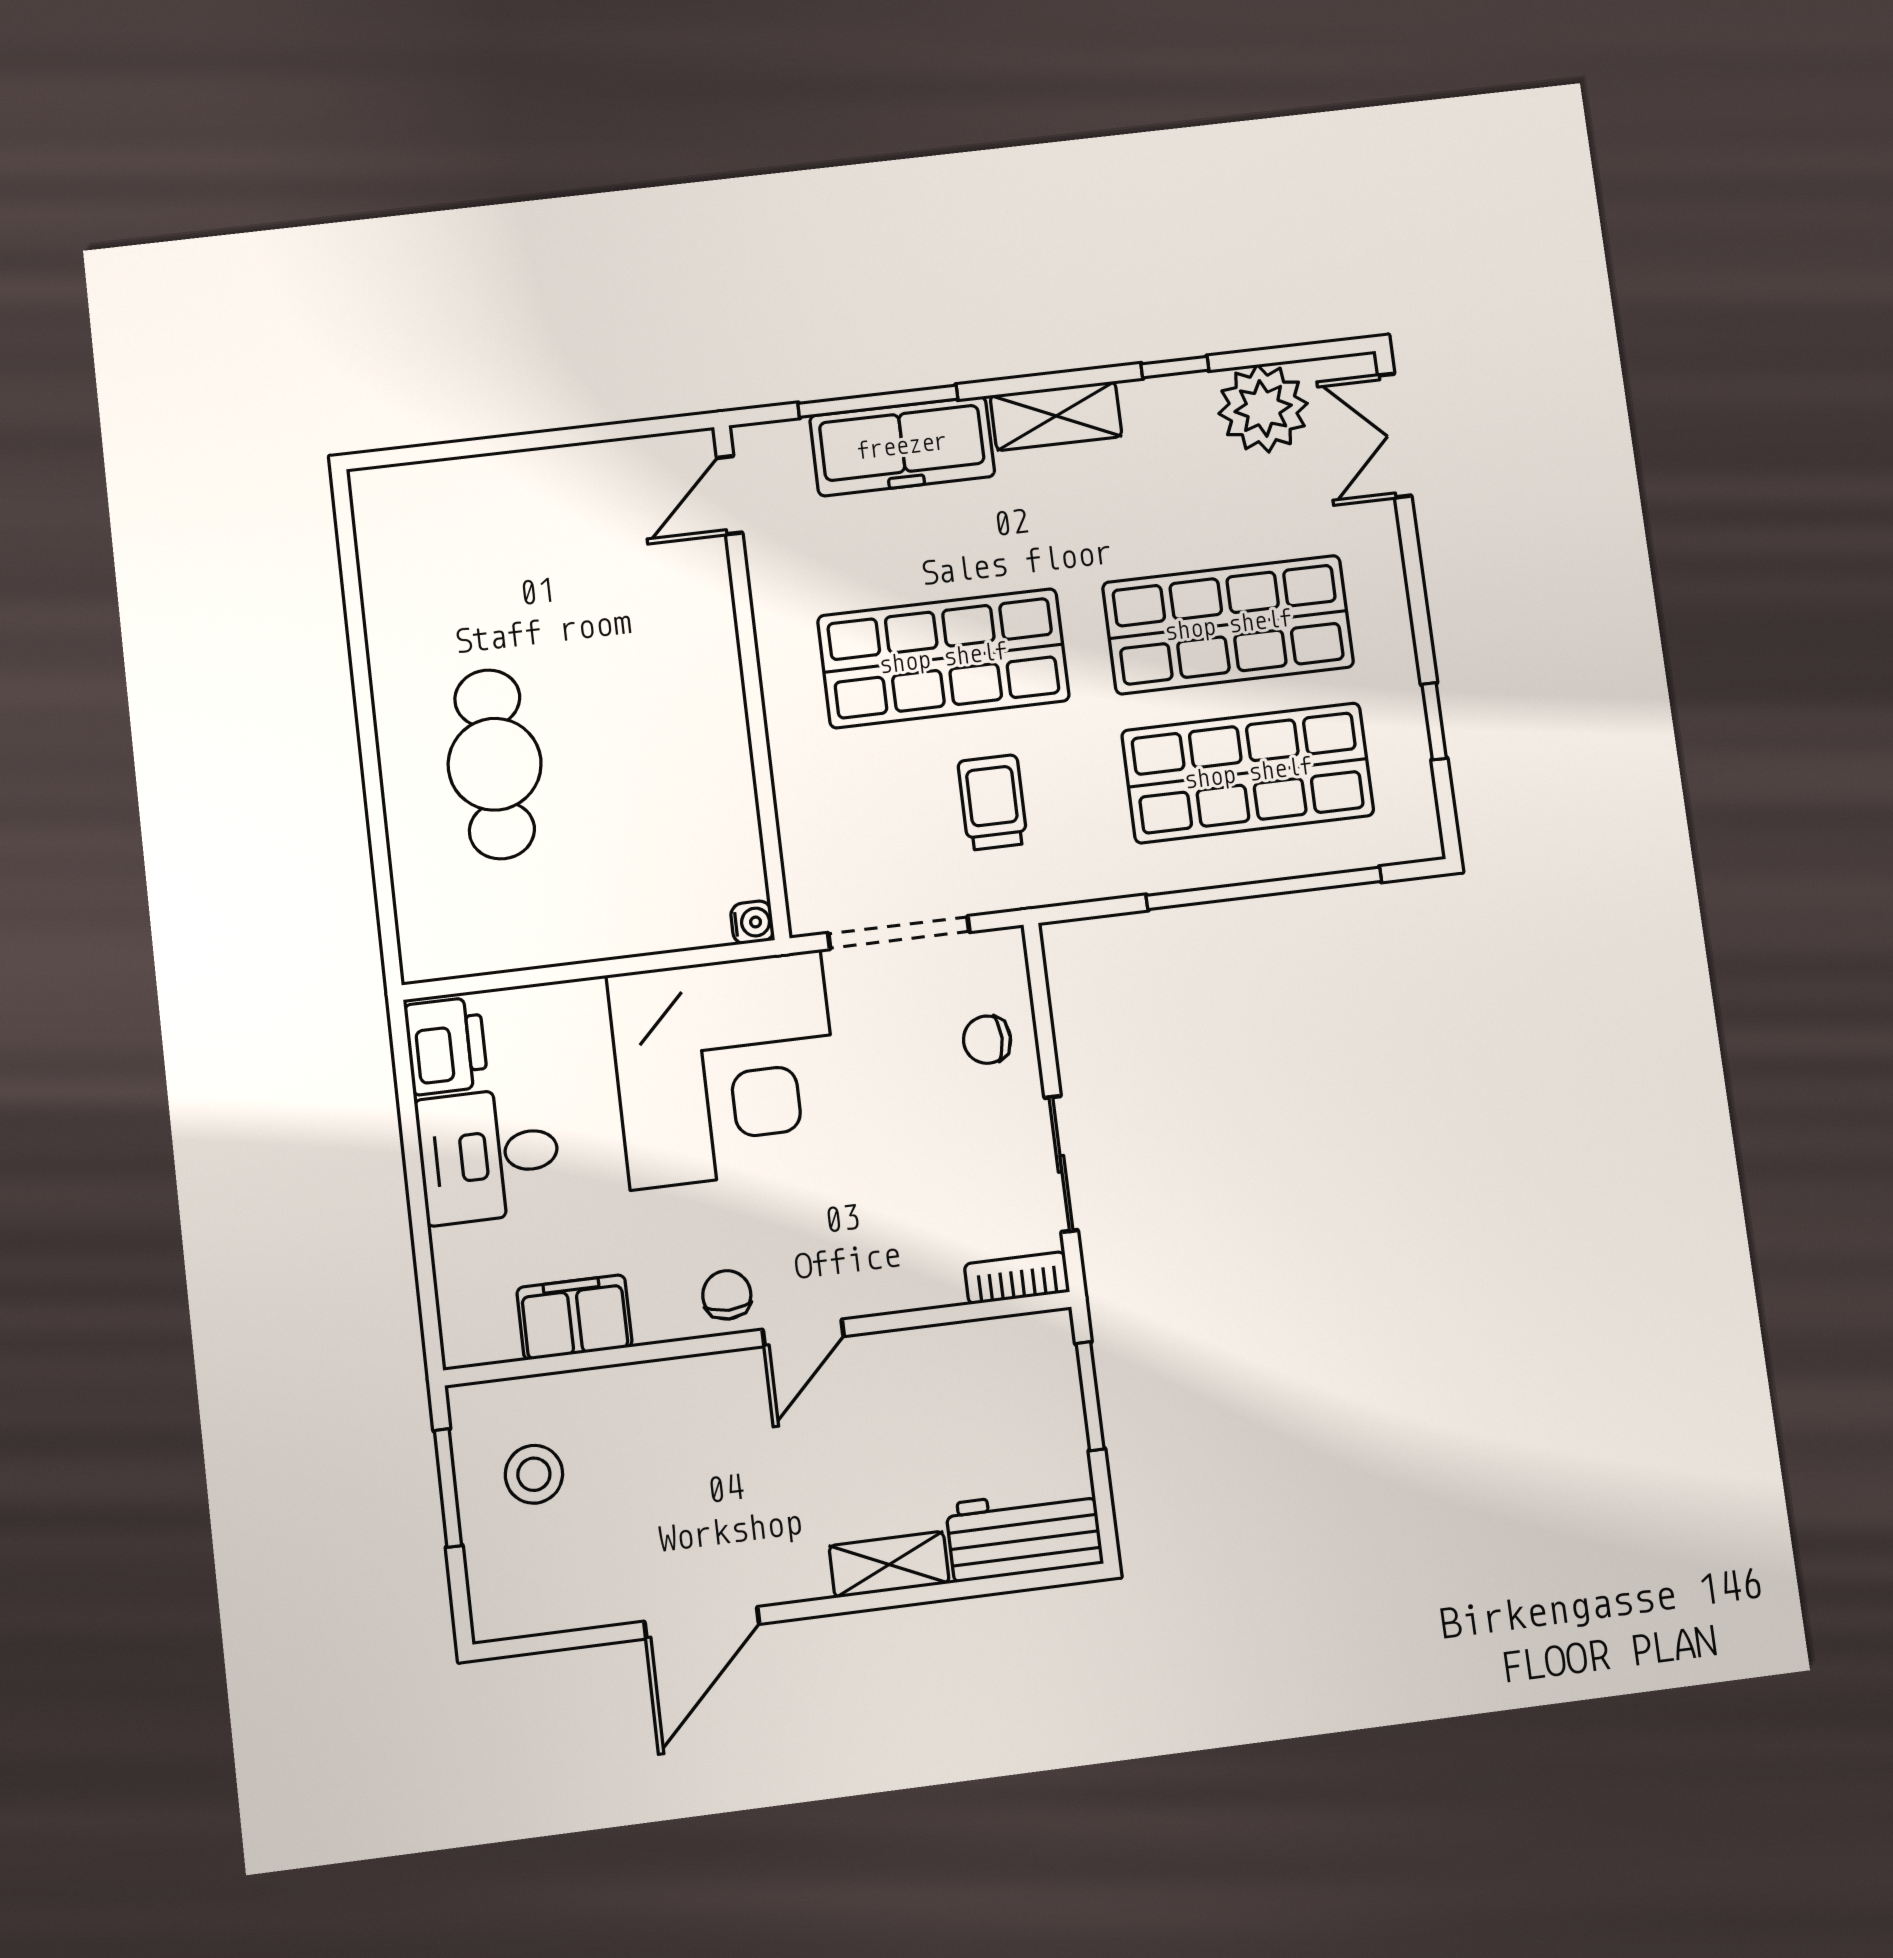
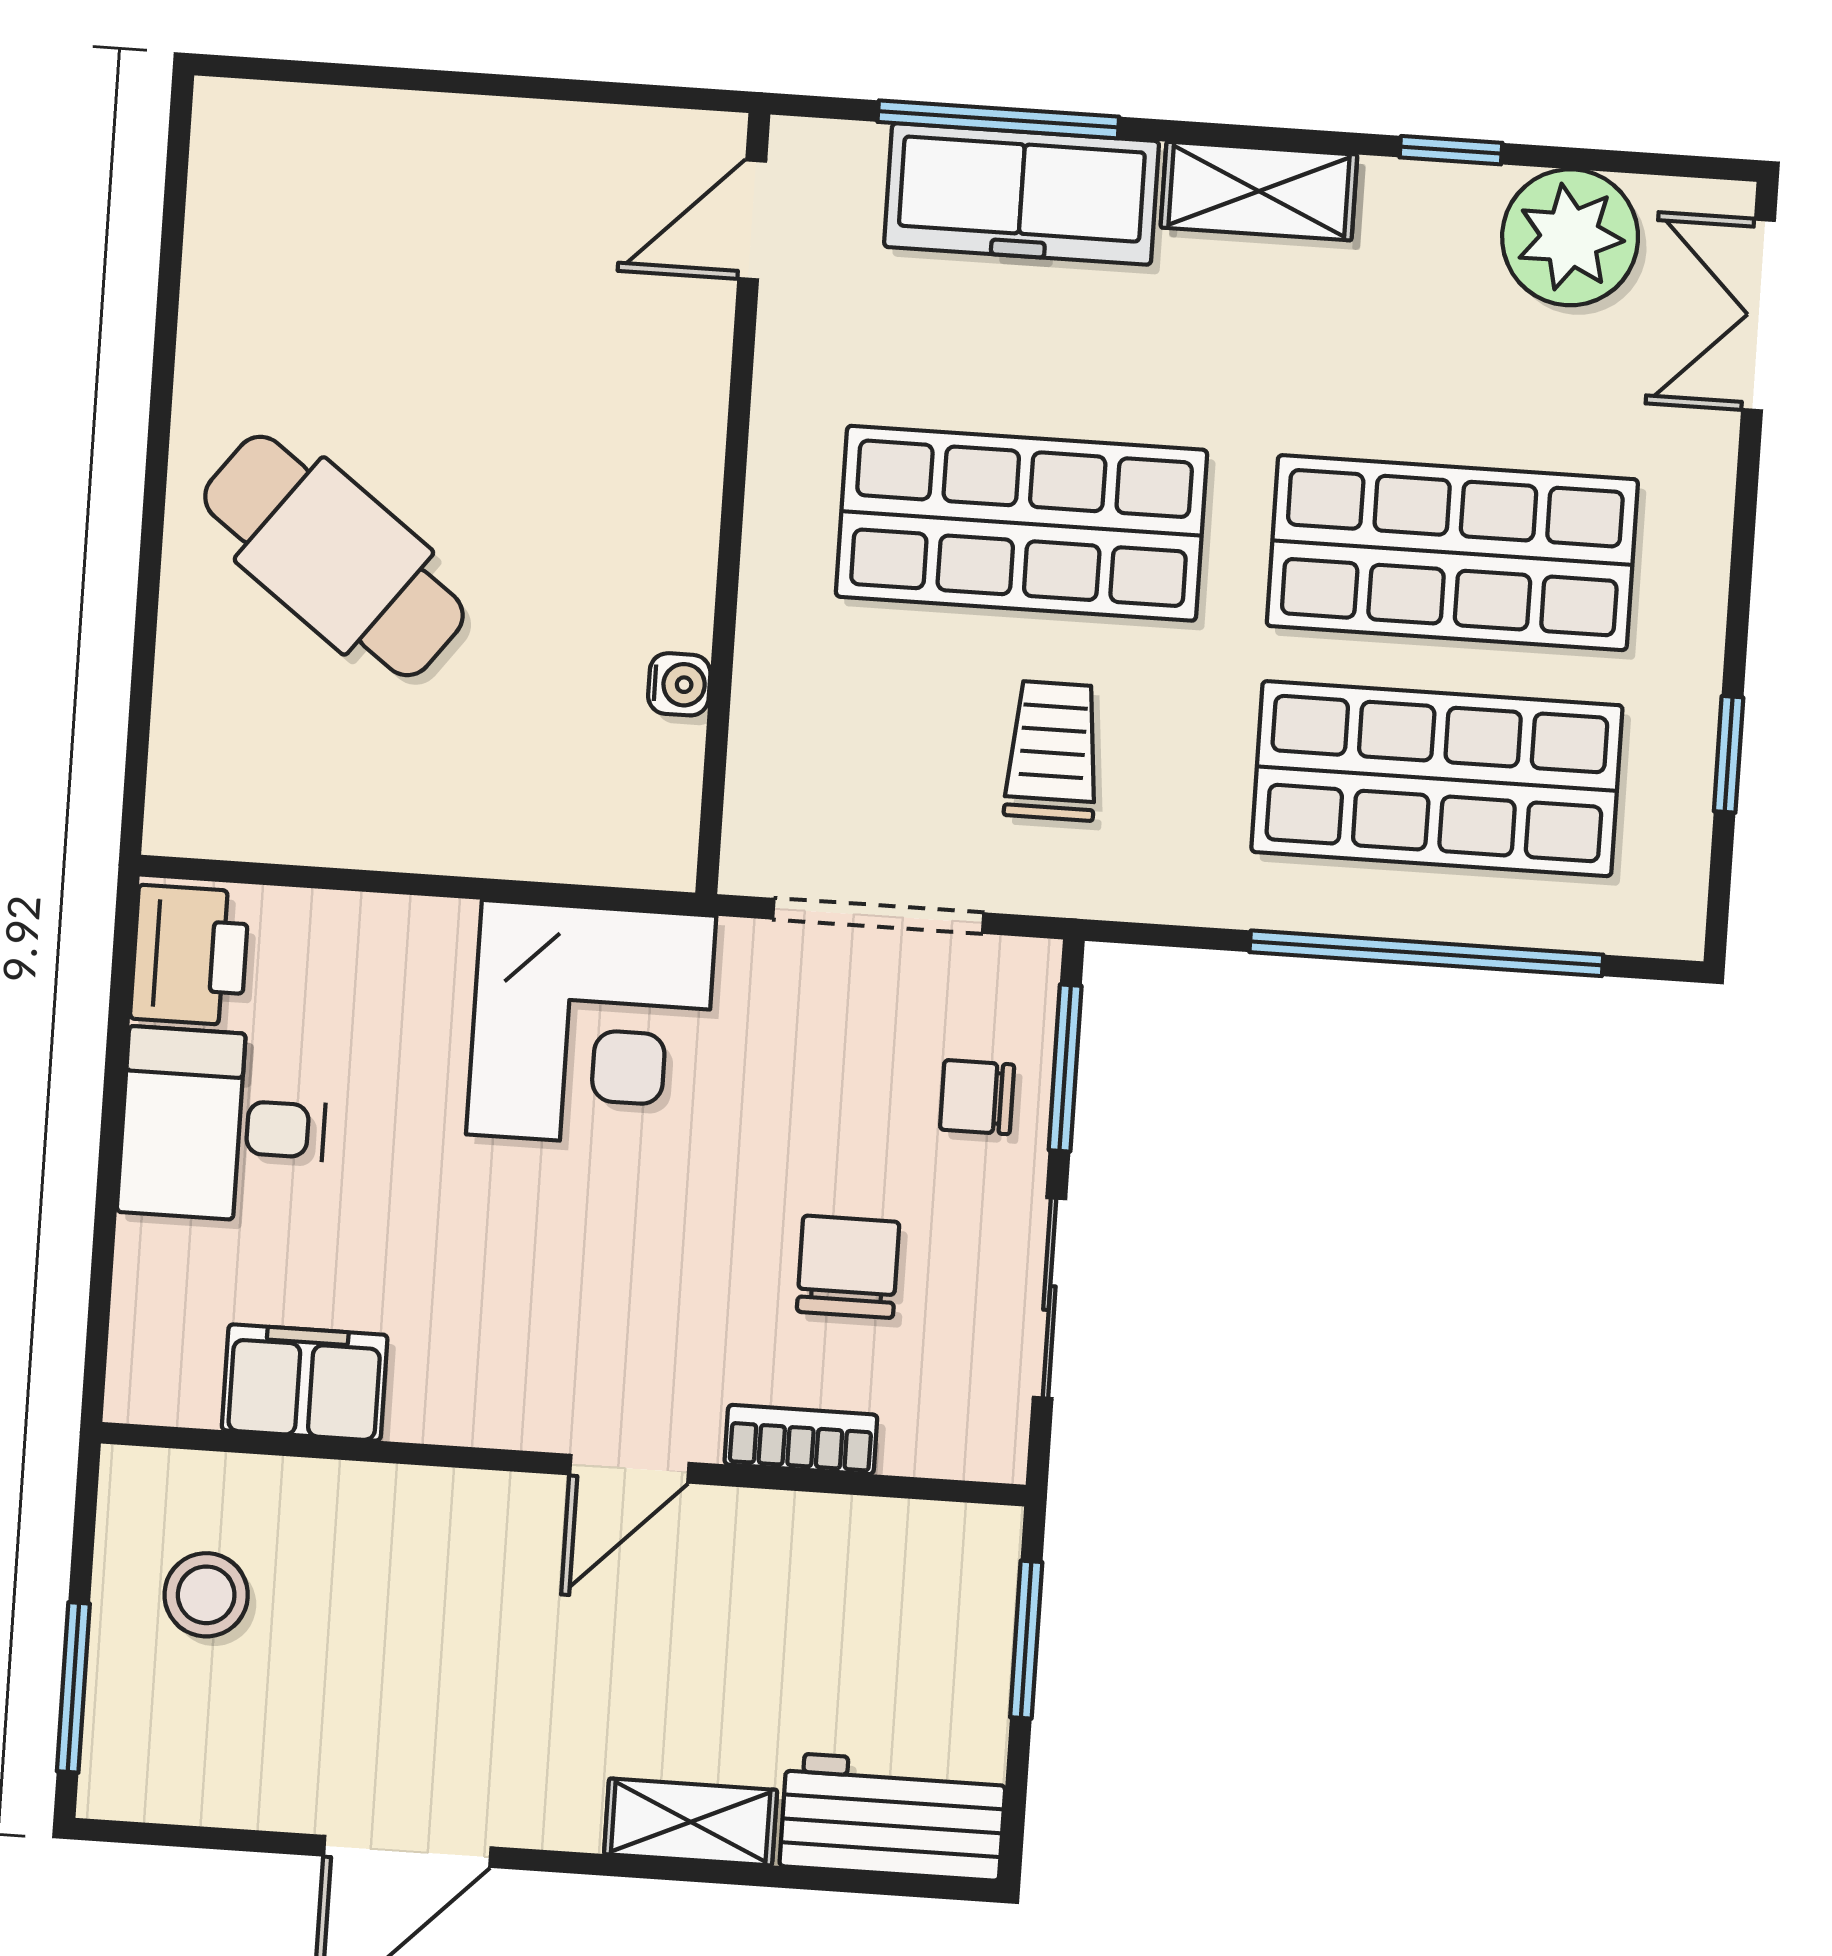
cafe table: (495, 764) -> (334, 556), turned -53
water cooler: (752, 922) -> (679, 684), moved
window: (1042, 1009) -> (1065, 1068), added
corner desk: (726, 1069) -> (591, 1025), width x0.74, depth x0.74
bookcase: (1017, 1278) -> (801, 1440), moved
chair: (727, 1295) -> (848, 1267), moved, width x1.37, depth x1.37
window: (448, 1488) -> (73, 1687), moved

